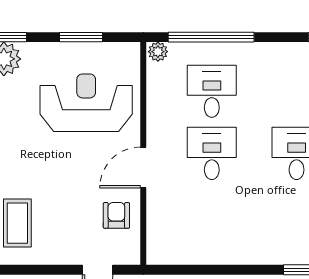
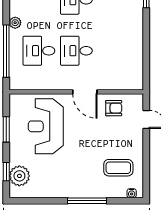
plant: (158, 52) -> (15, 23), moved
armchair: (116, 215) -> (114, 108), turned 180

